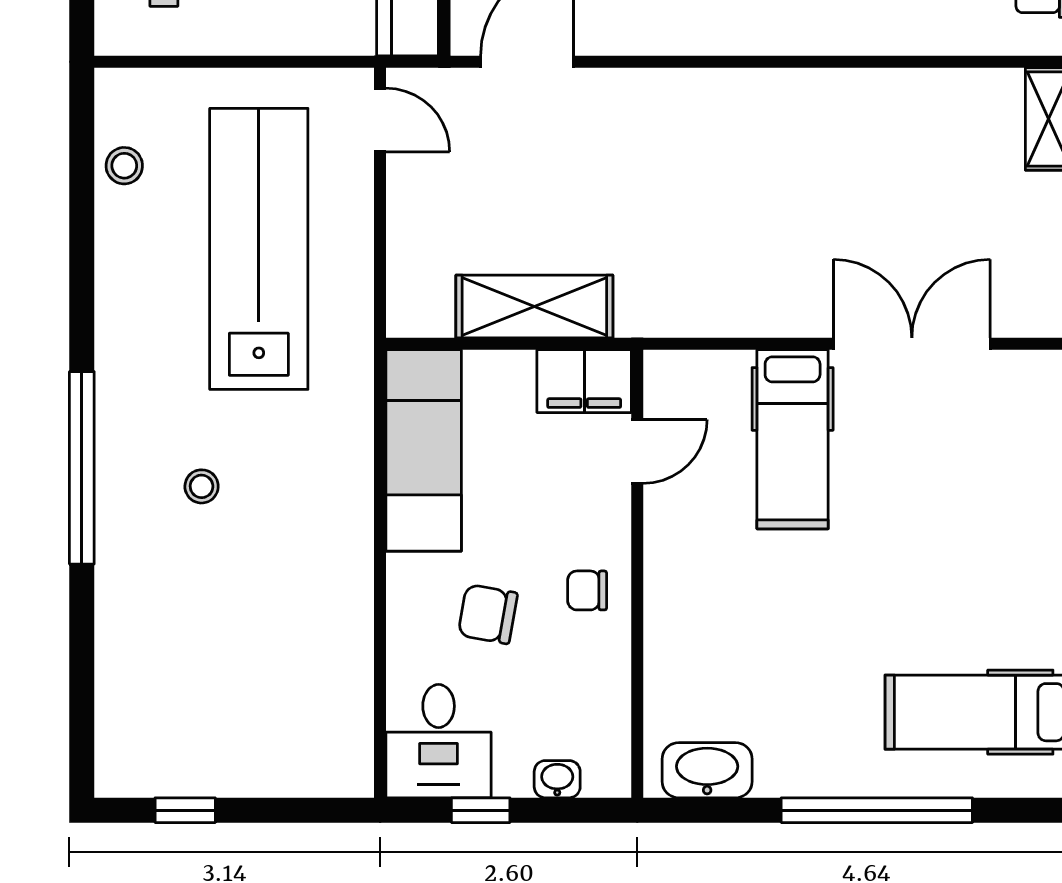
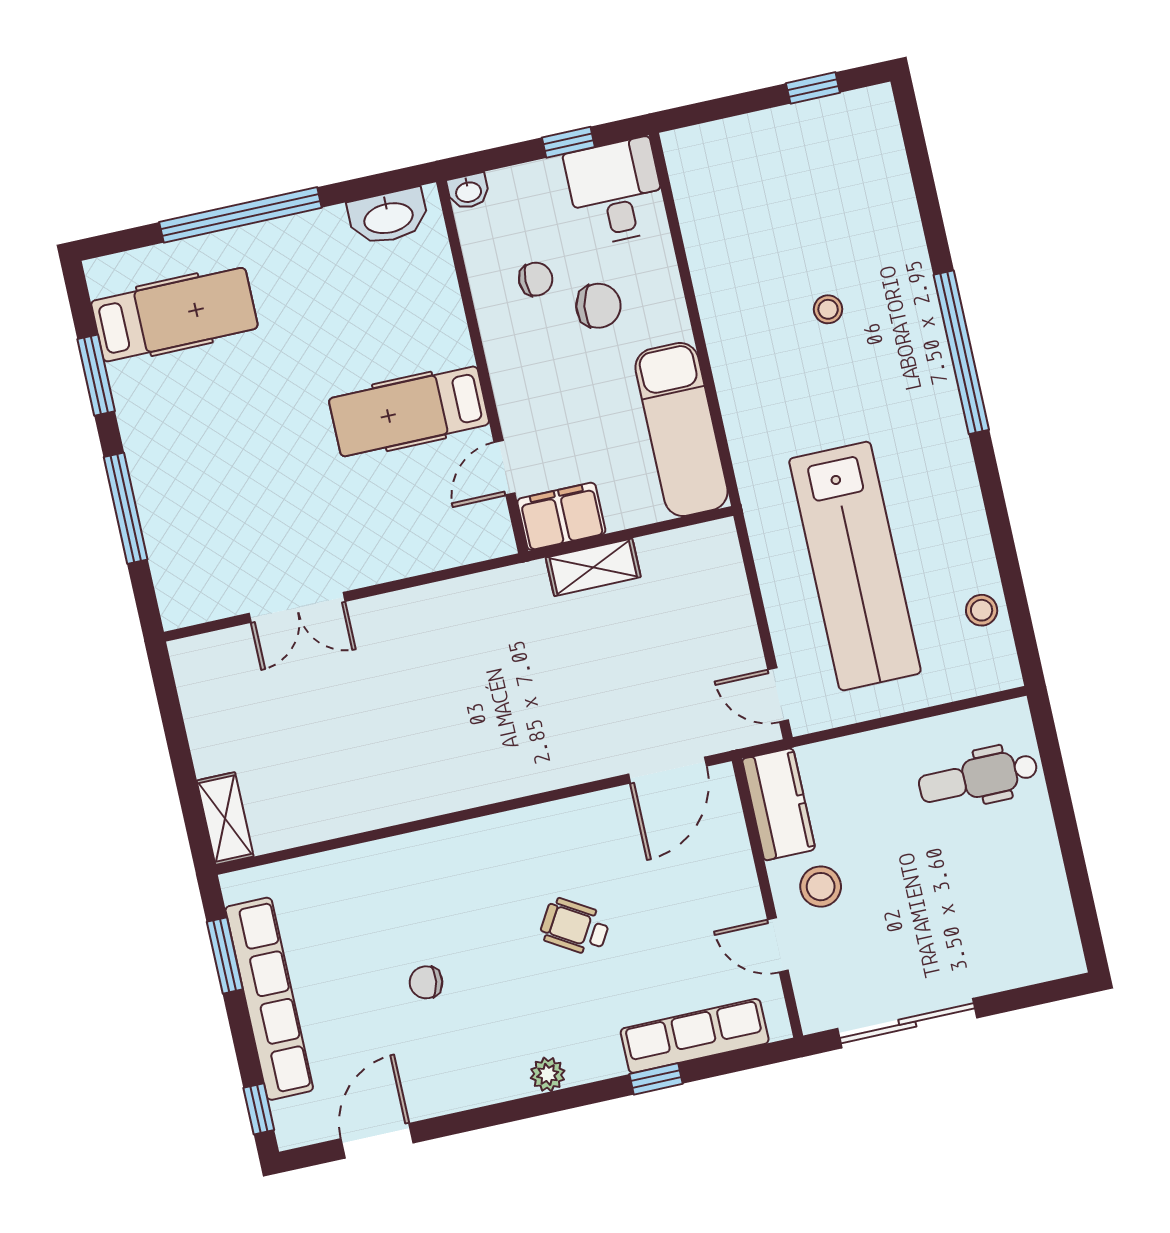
shelving: (534, 306) -> (593, 567), width x0.67, depth x0.75
double door: (912, 344) -> (297, 607), width x0.73
hospital bed: (793, 439) -> (409, 411), moved, turned -90
stool: (202, 486) -> (828, 309), moved
chair: (587, 590) -> (536, 279), moved
washbasin: (557, 779) -> (468, 191), moved

